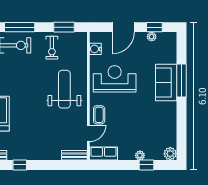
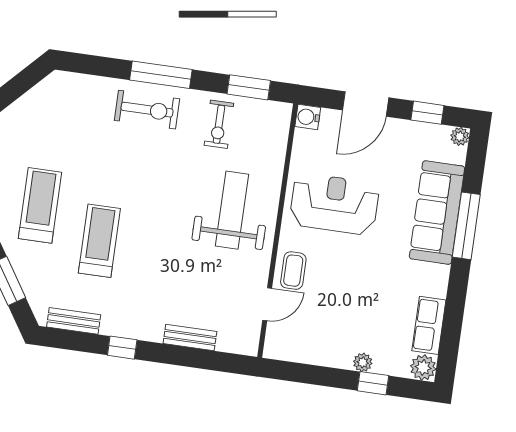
plant: (152, 37) -> (460, 136), moved
water cooler: (95, 49) -> (308, 117), moved
sofa: (166, 82) -> (437, 213), width x1.36
row of seats: (104, 154) -> (429, 325), moved, turned -90
bench: (74, 155) -> (190, 337), moved

